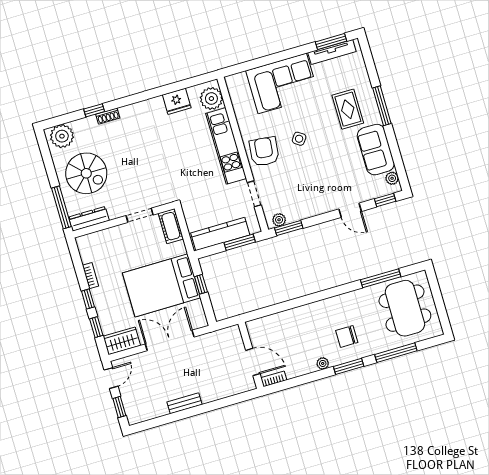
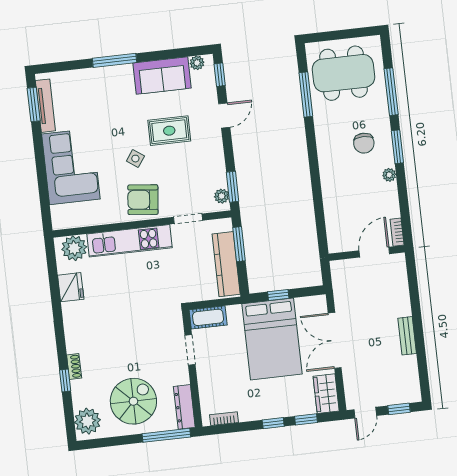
rug: (348, 109) -> (169, 131), moved
bookcase: (91, 276) -> (224, 419), moved
door: (111, 378) -> (365, 413), swing flipped

